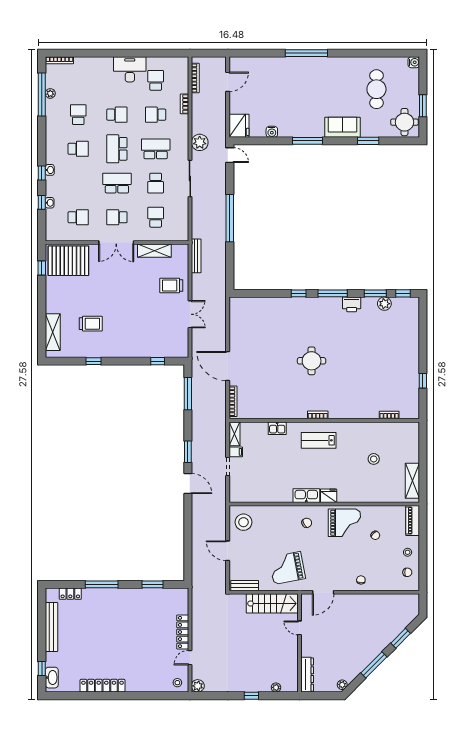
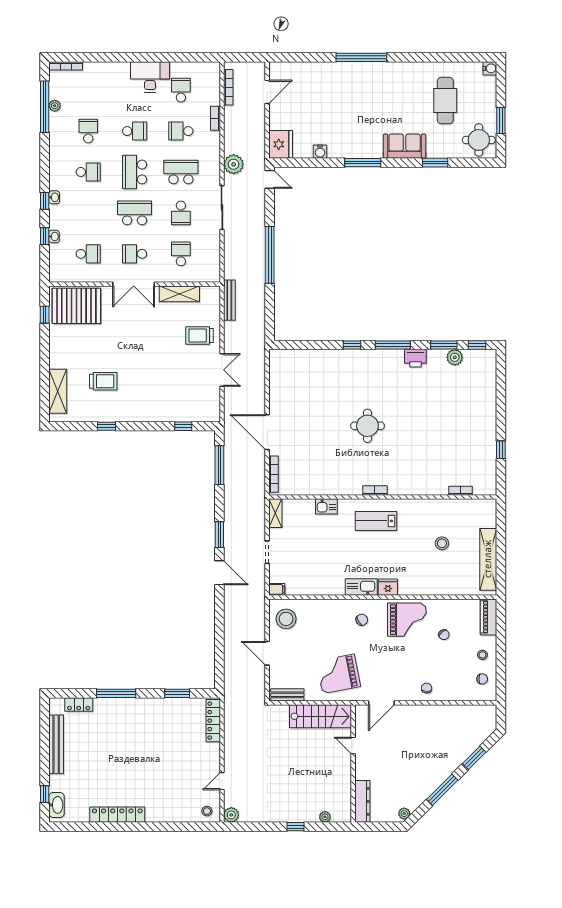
filing cabinet: (236, 452) -> (277, 589), moved
shelving: (412, 481) -> (488, 559), width x1.47
locker: (183, 632) -> (213, 721), moved

